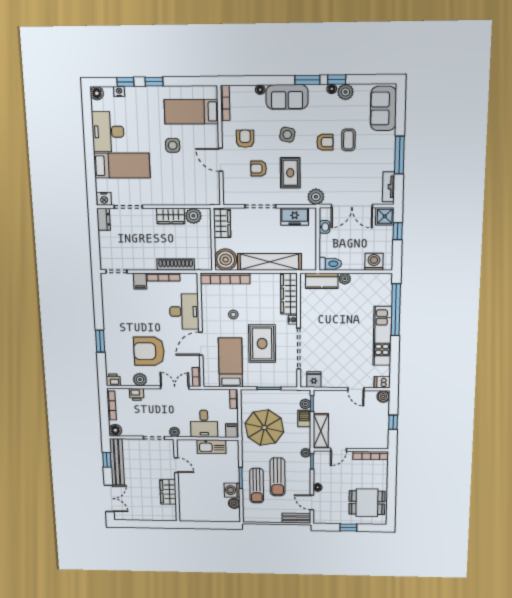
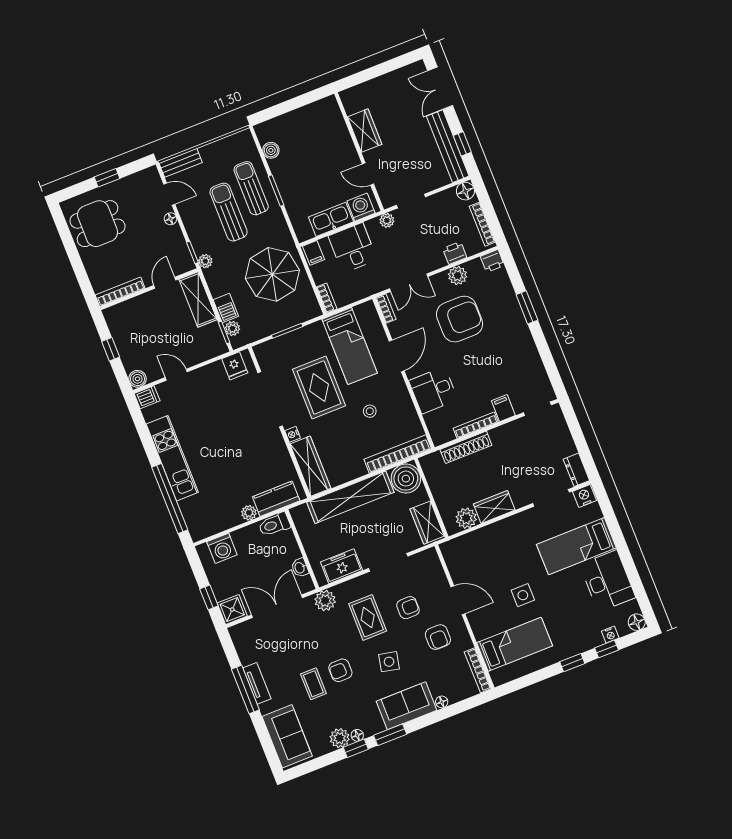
tv unit: (389, 187) -> (257, 683), moved
desk: (184, 312) -> (433, 390), width x0.73
washing machine: (232, 490) -> (361, 207), moved, turned -90

